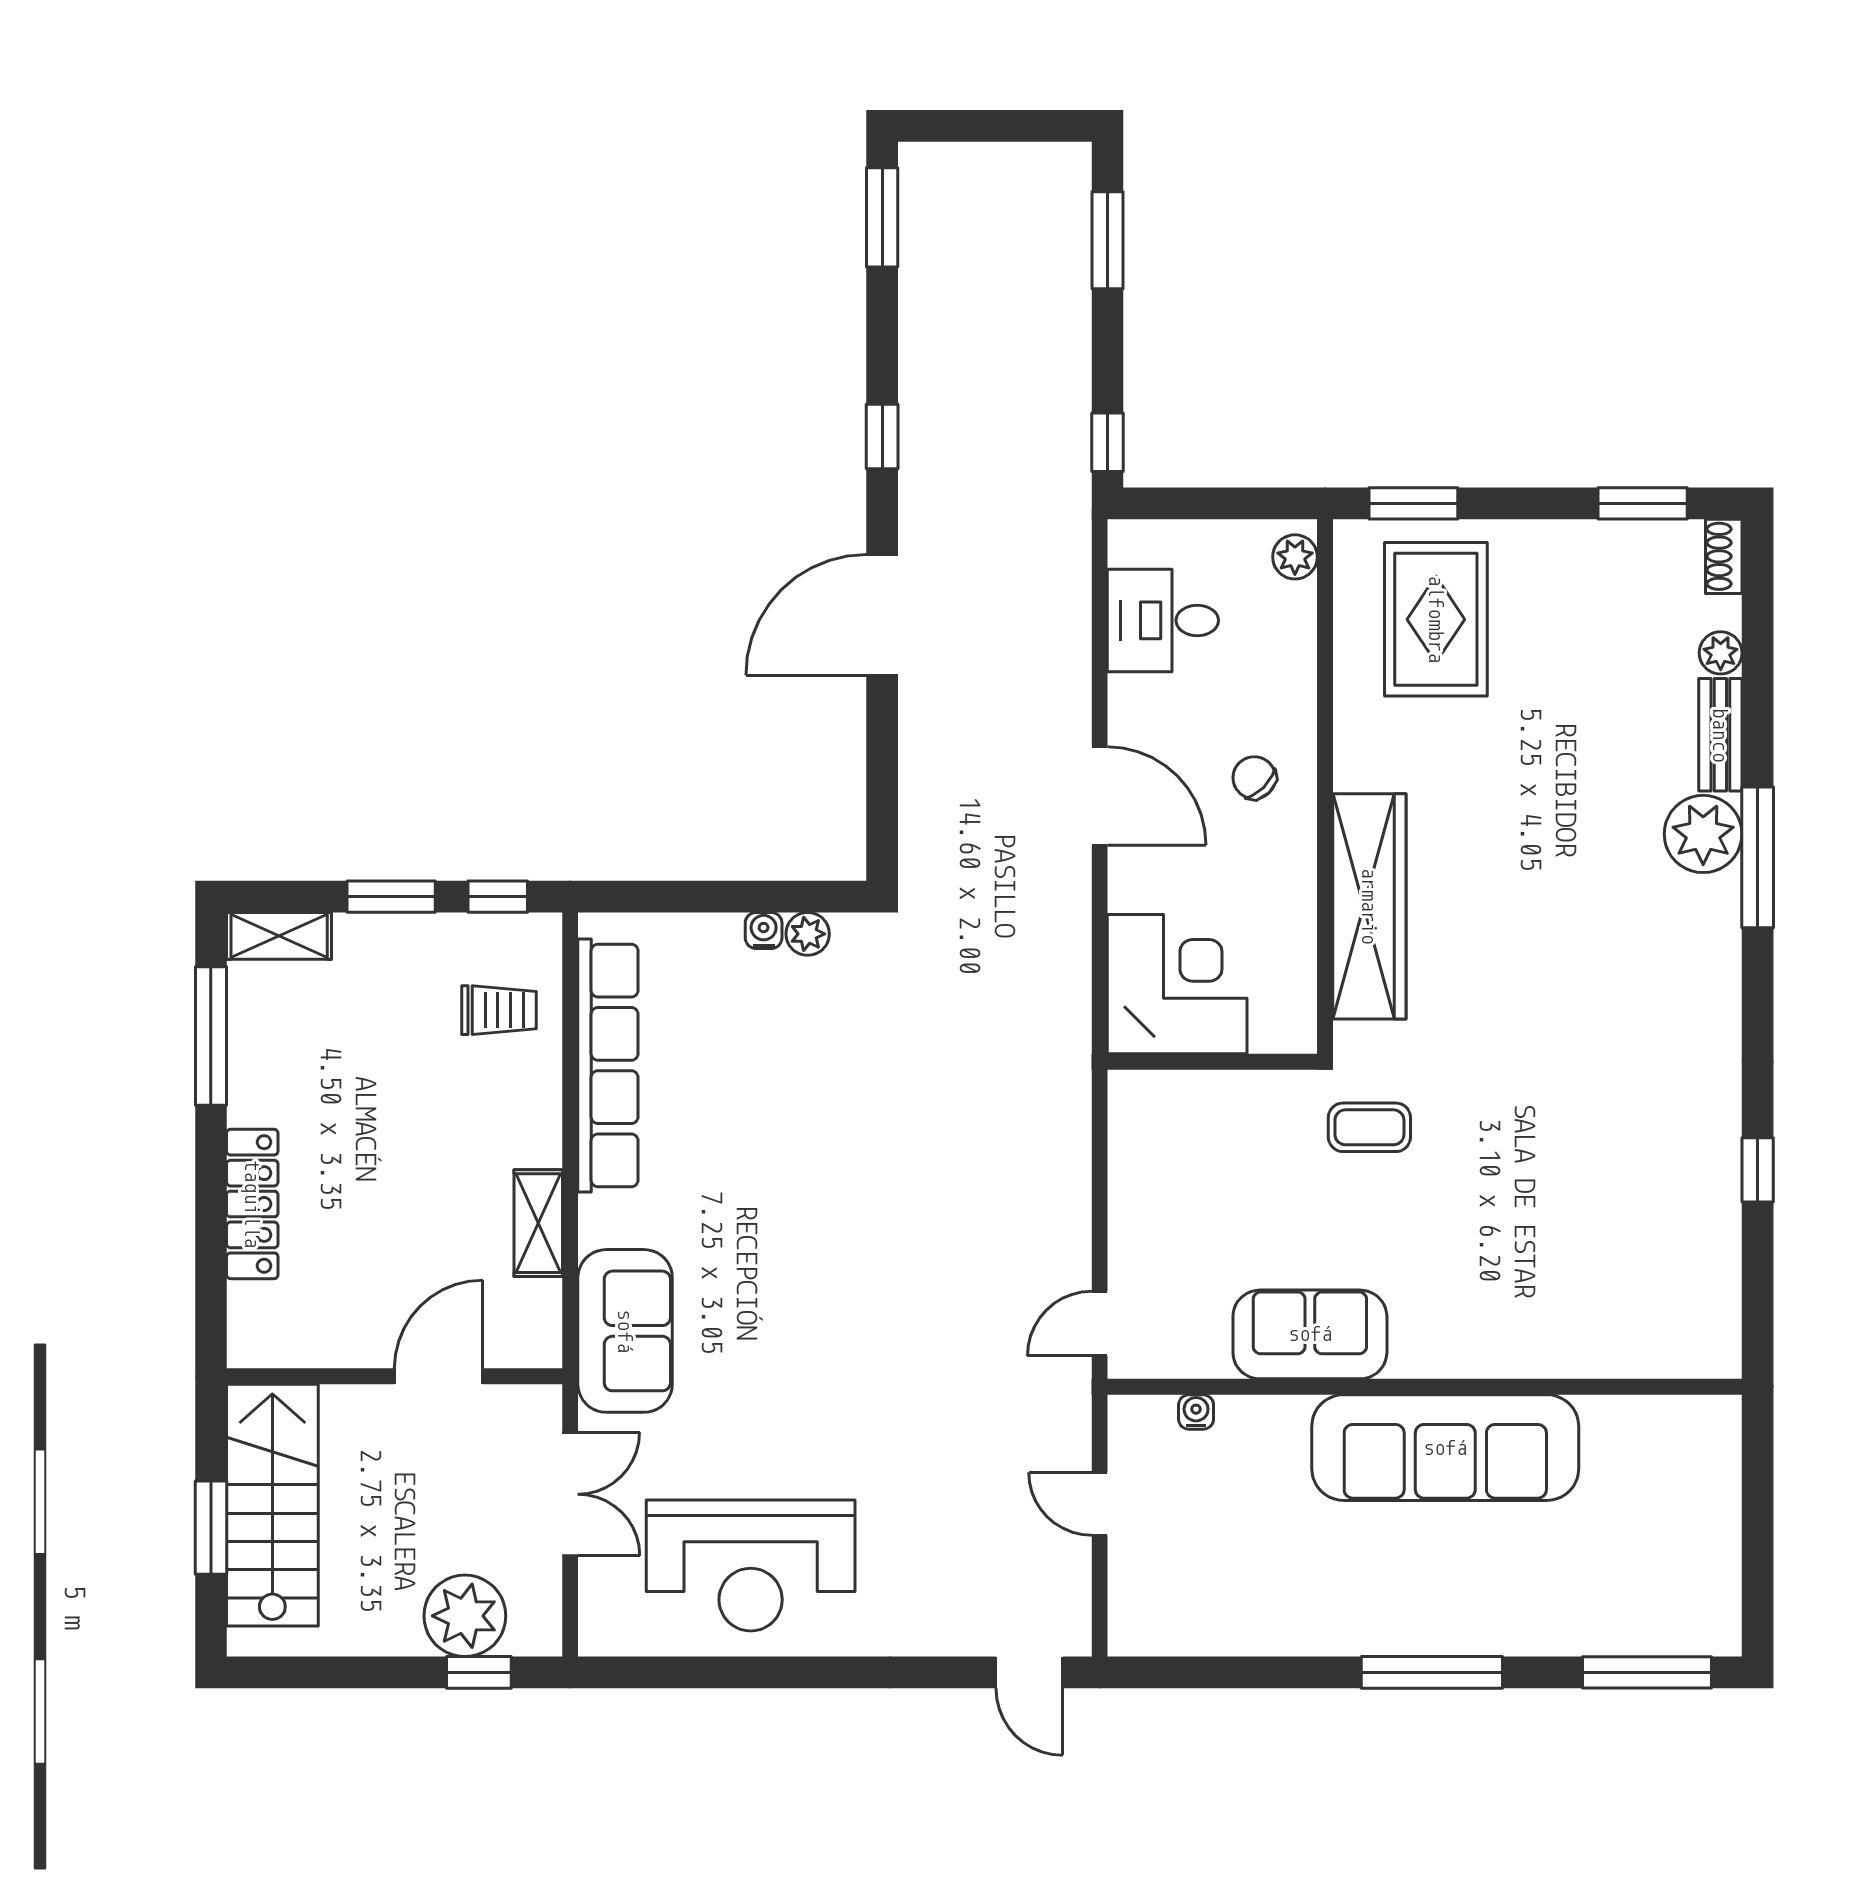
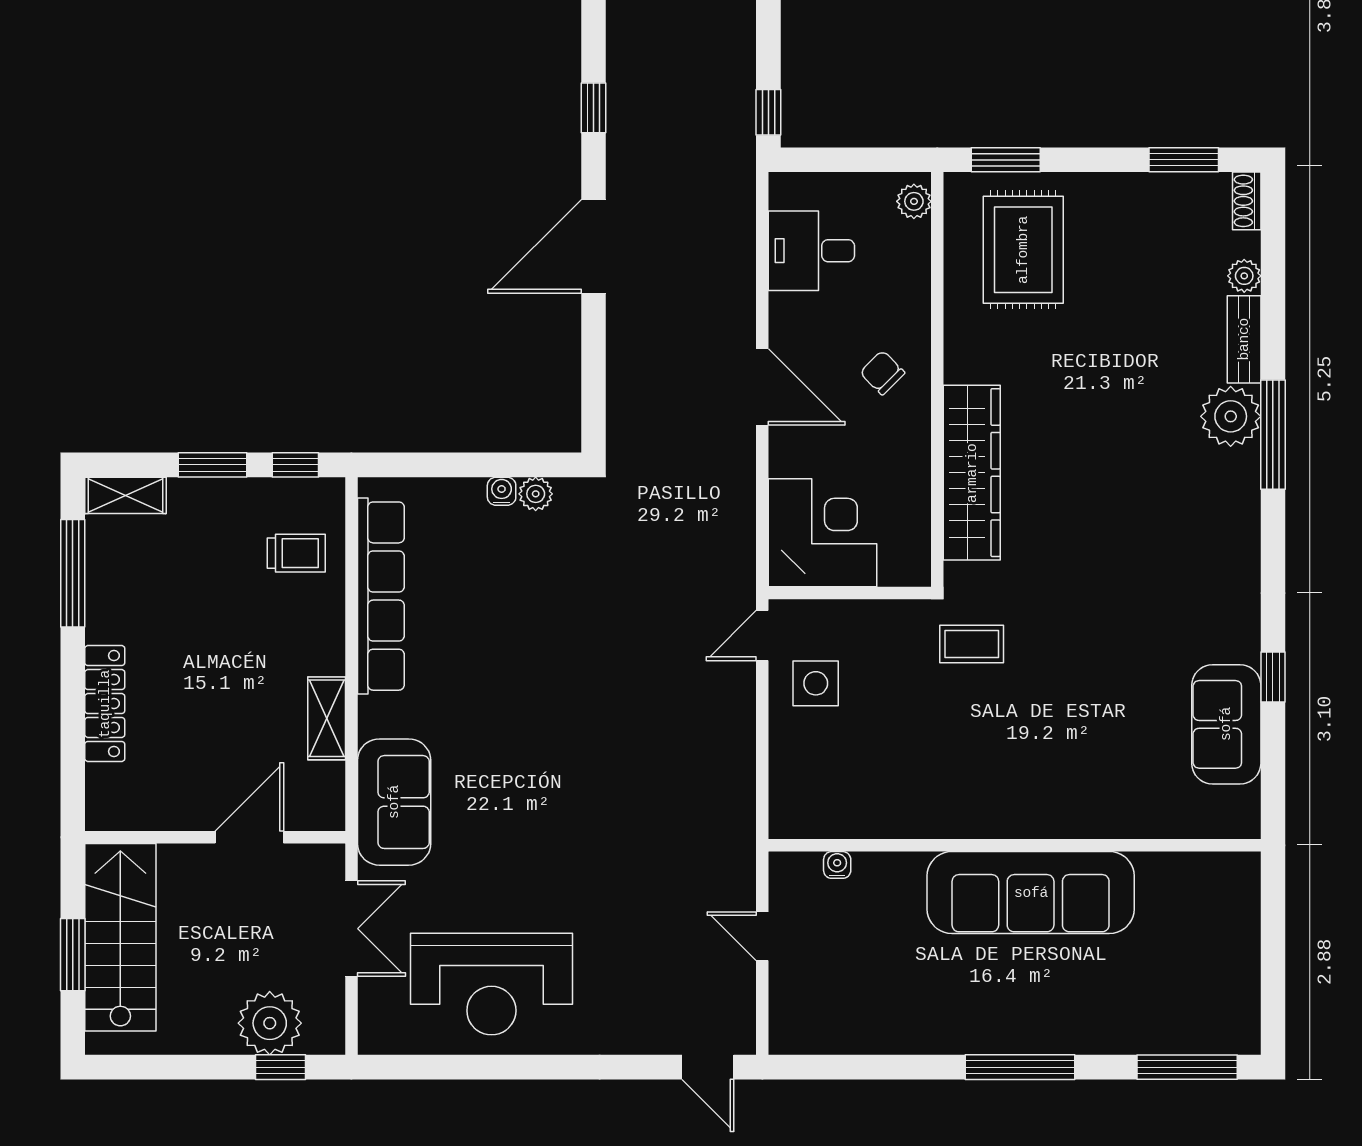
side table: (1168, 1178) -> (816, 683), added
door: (1100, 1324) -> (762, 635), moved
sofa: (1310, 1334) -> (1226, 724), moved, turned -90

